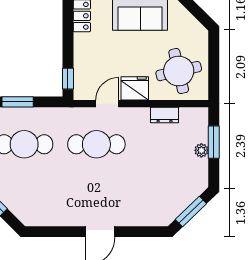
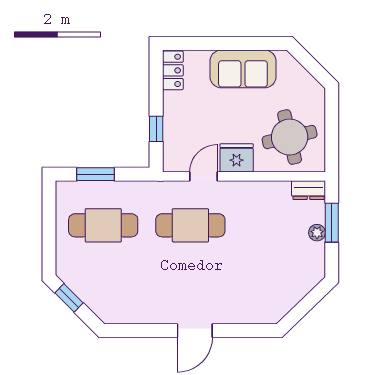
window: (68, 79) -> (156, 129), moved
dresser: (165, 115) -> (309, 190), moved
window: (191, 211) -> (304, 306), removed

